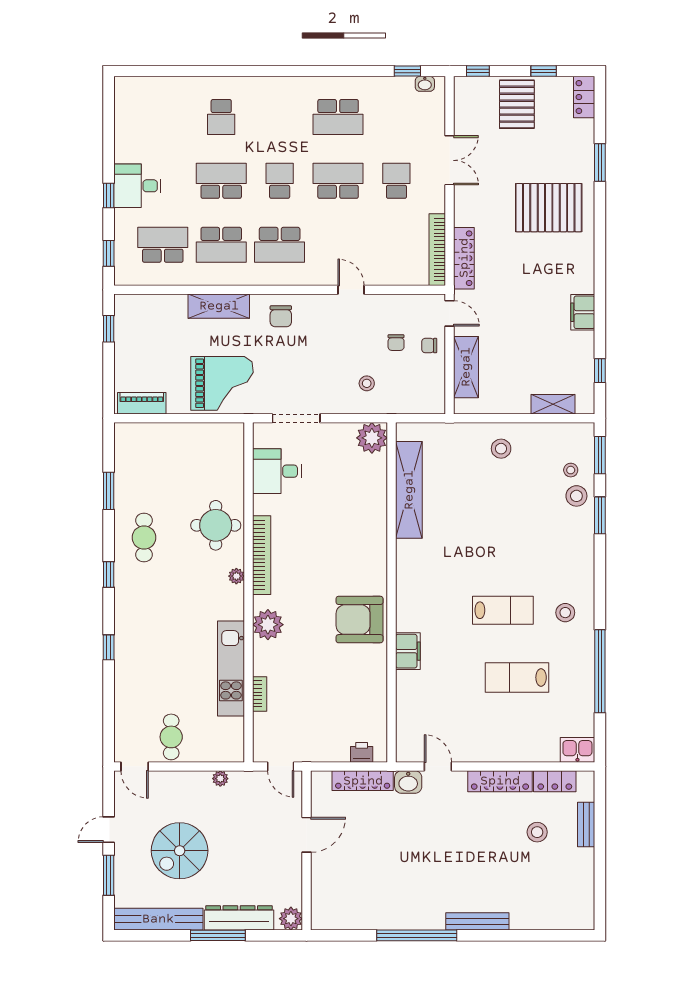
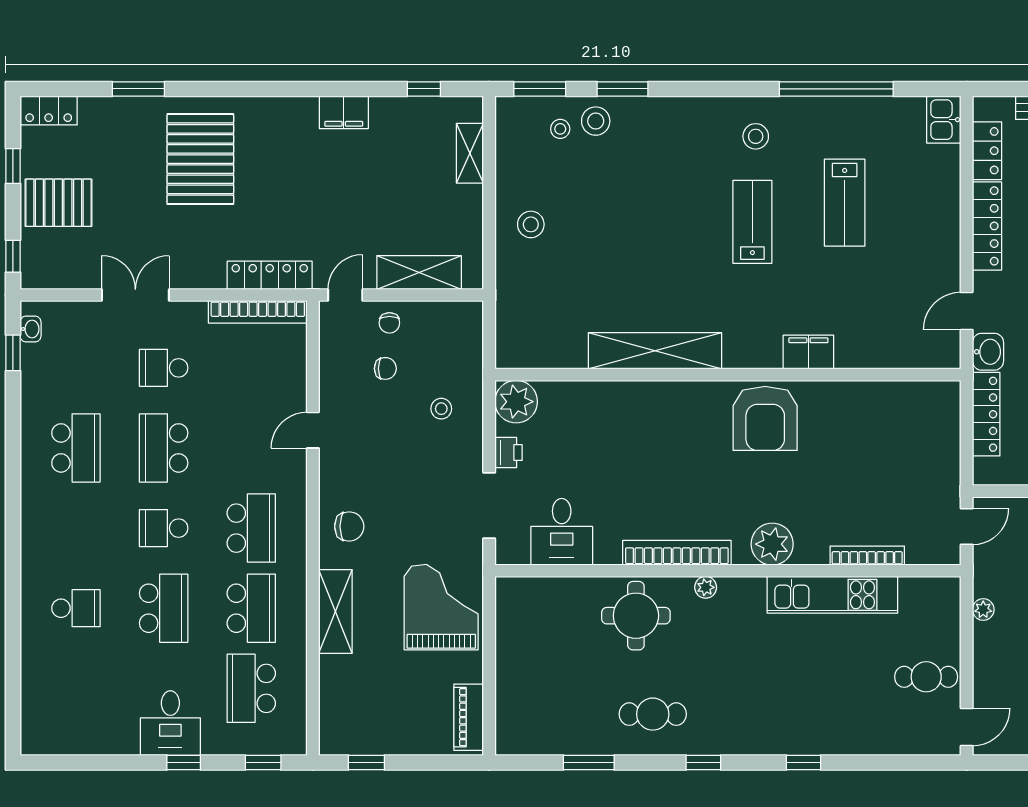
school desk: (221, 181) -> (164, 608), turned 180
shelving: (409, 490) -> (655, 351), moved
bookcase: (260, 694) -> (867, 556), width x1.56
printer: (362, 752) -> (509, 453), moved, turned 180

